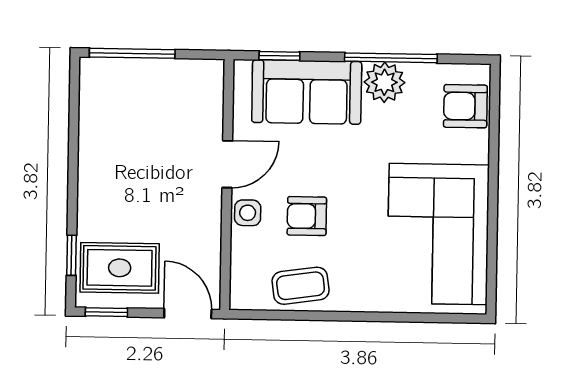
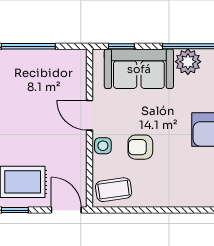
door: (227, 164) -> (89, 115), swing flipped
coffee table: (301, 286) -> (114, 190), moved

